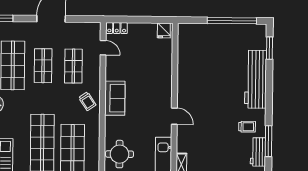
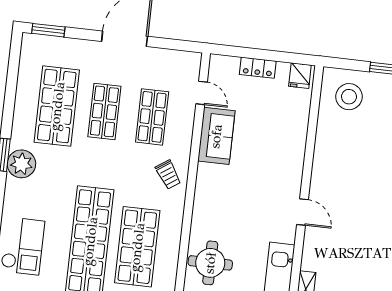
locker: (117, 28) -> (258, 68), moved
stool: (196, 40) -> (349, 97), added
sofa: (115, 98) -> (216, 136), moved

